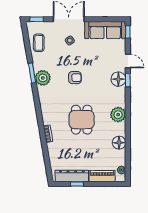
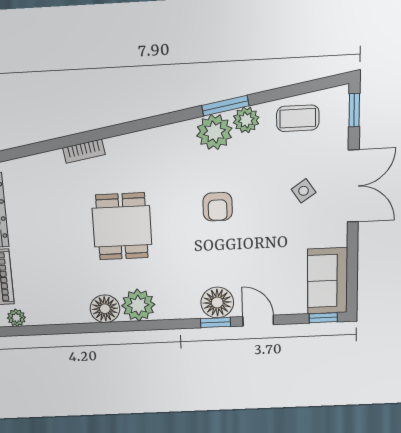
sofa: (105, 30) -> (327, 281), width x0.73
door: (128, 61) -> (258, 321), swing flipped
plant: (38, 64) -> (246, 120), added
dining table: (82, 120) -> (122, 226), turned 90
floor lamp: (119, 143) -> (105, 309), moved

